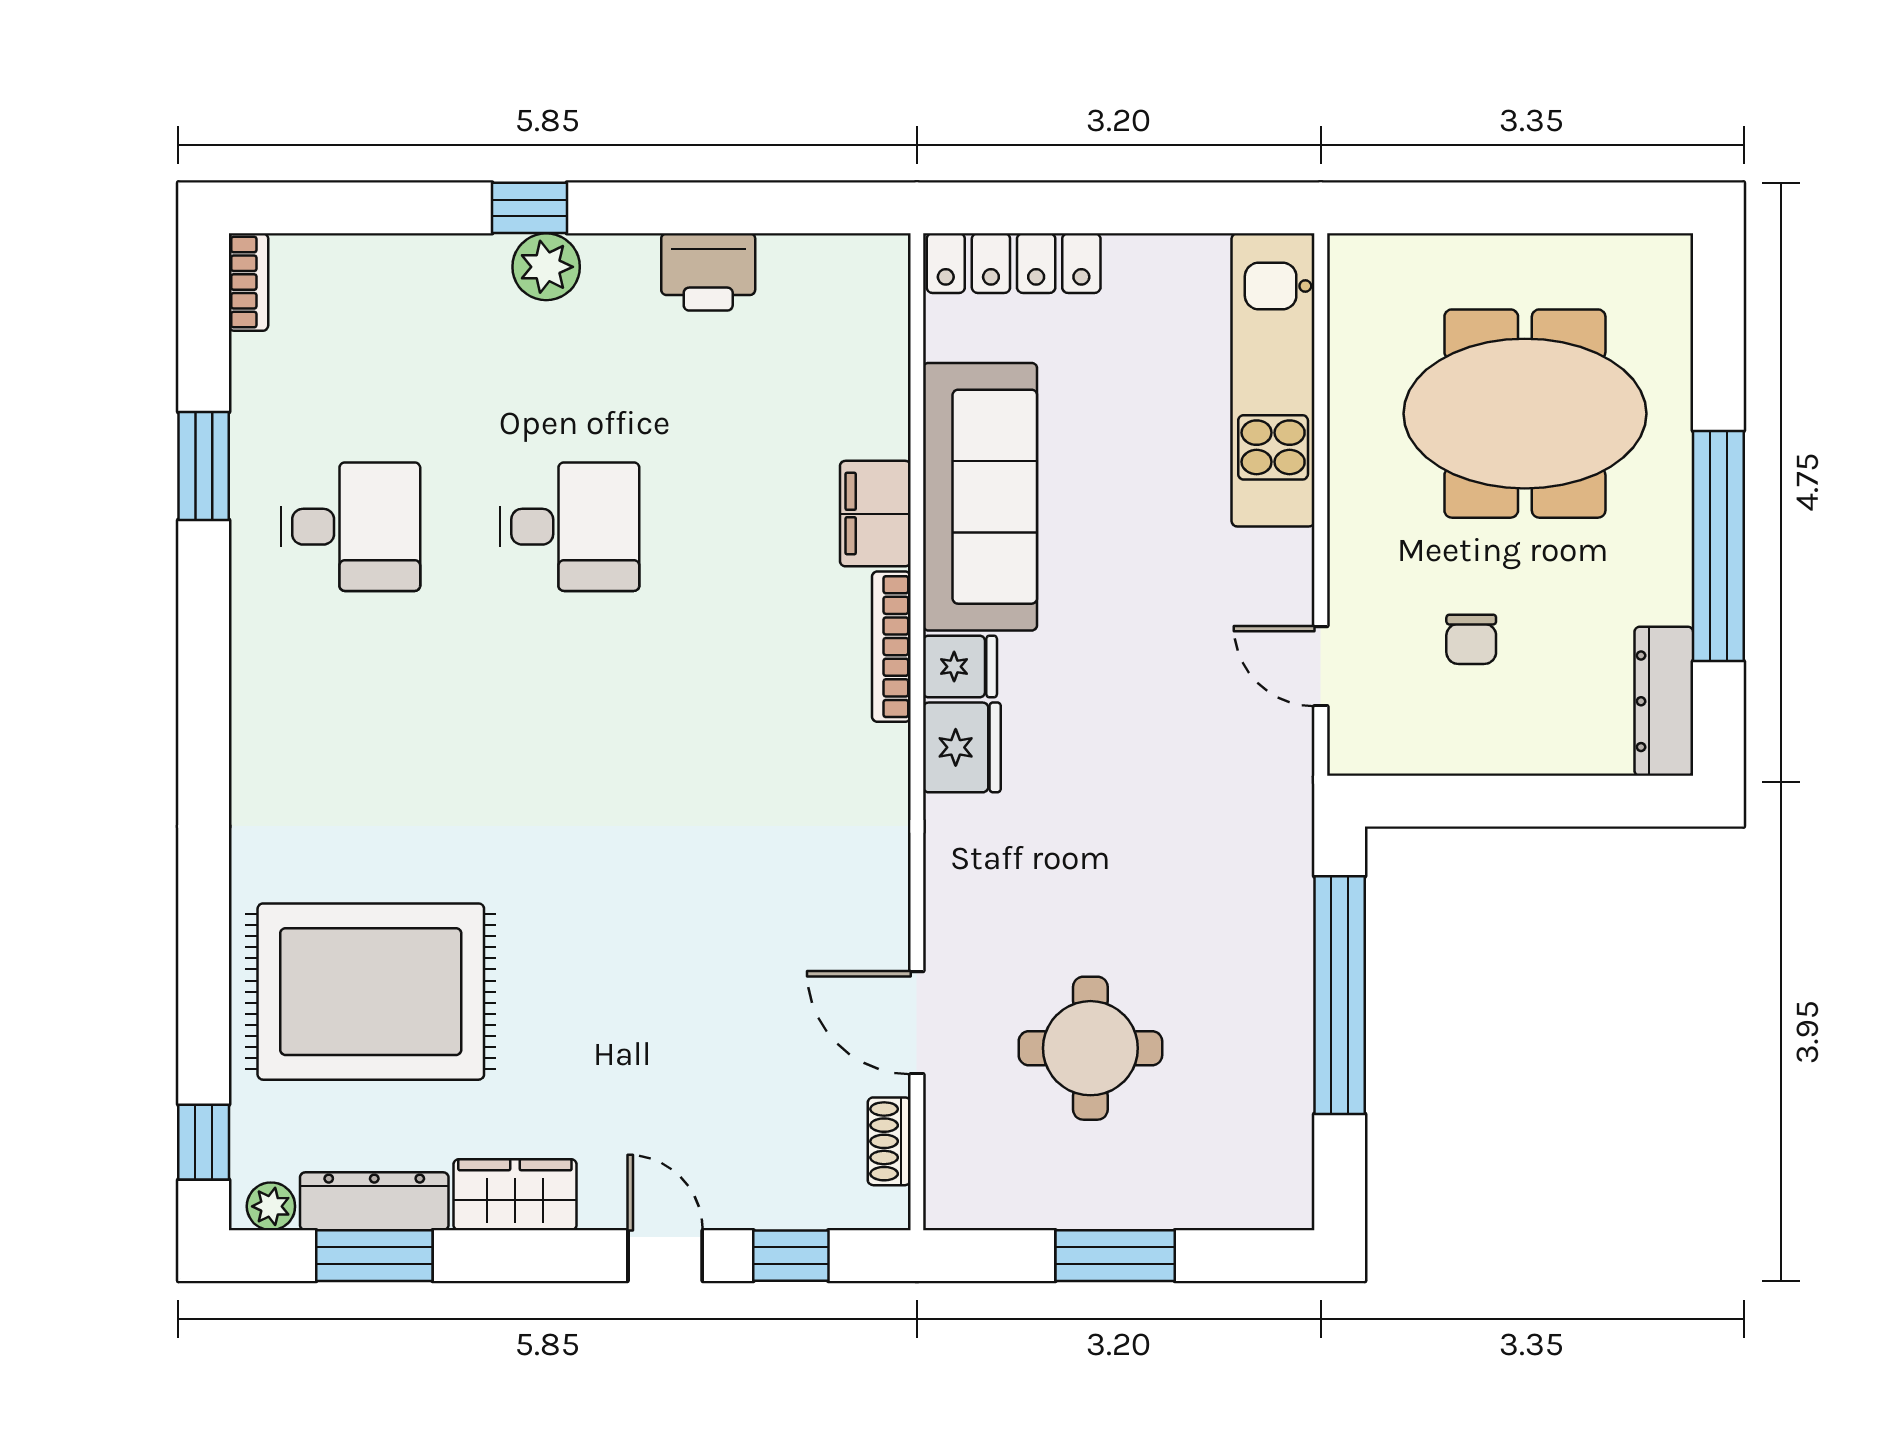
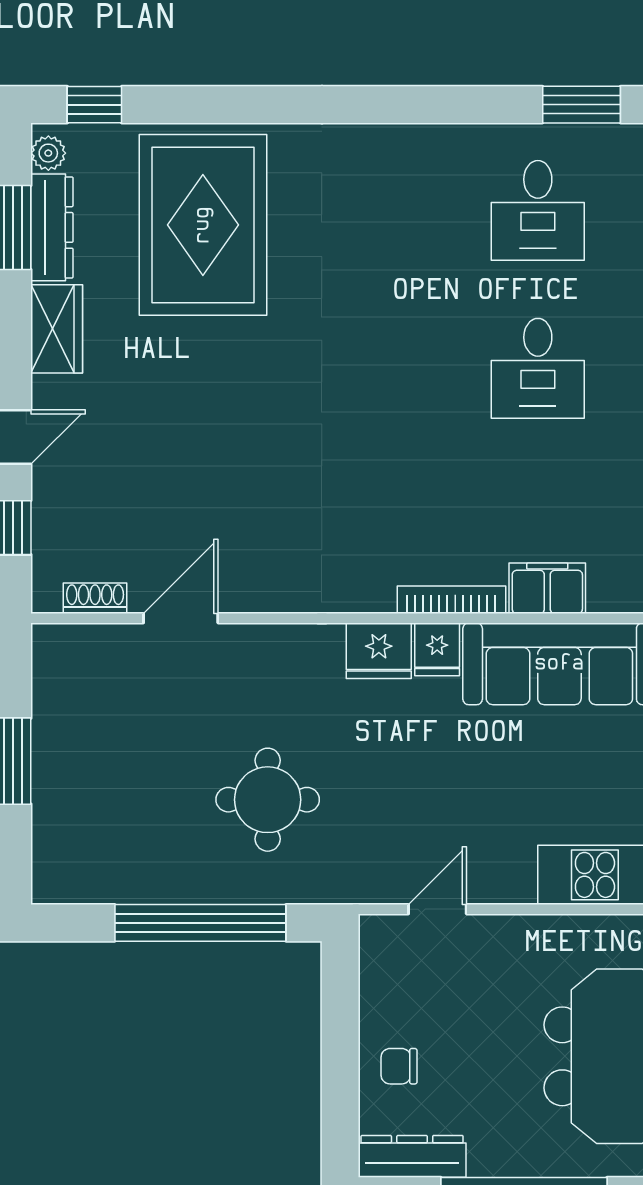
chair: (1471, 639) -> (399, 1066), moved
round table: (1090, 1048) -> (268, 800), moved

